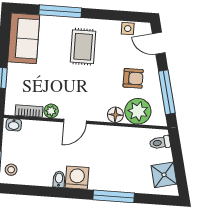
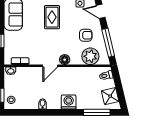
plant: (51, 111) -> (34, 60), removed
floor lamp: (115, 115) -> (65, 60), moved
washing machine: (77, 178) -> (69, 102), moved
window: (114, 196) -> (97, 112), moved

